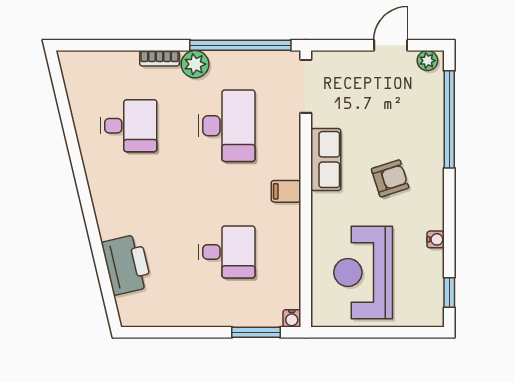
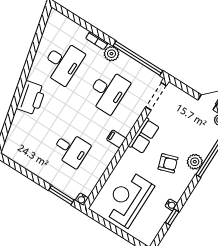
desk: (128, 126) -> (63, 63), width x1.37
plant: (430, 150) -> (195, 162), added
printer: (127, 265) -> (31, 98), moved
window: (449, 292) -> (172, 217), moved

